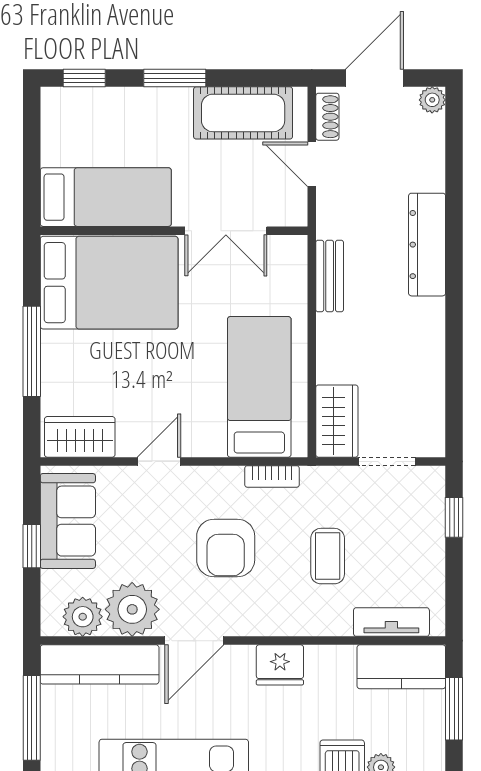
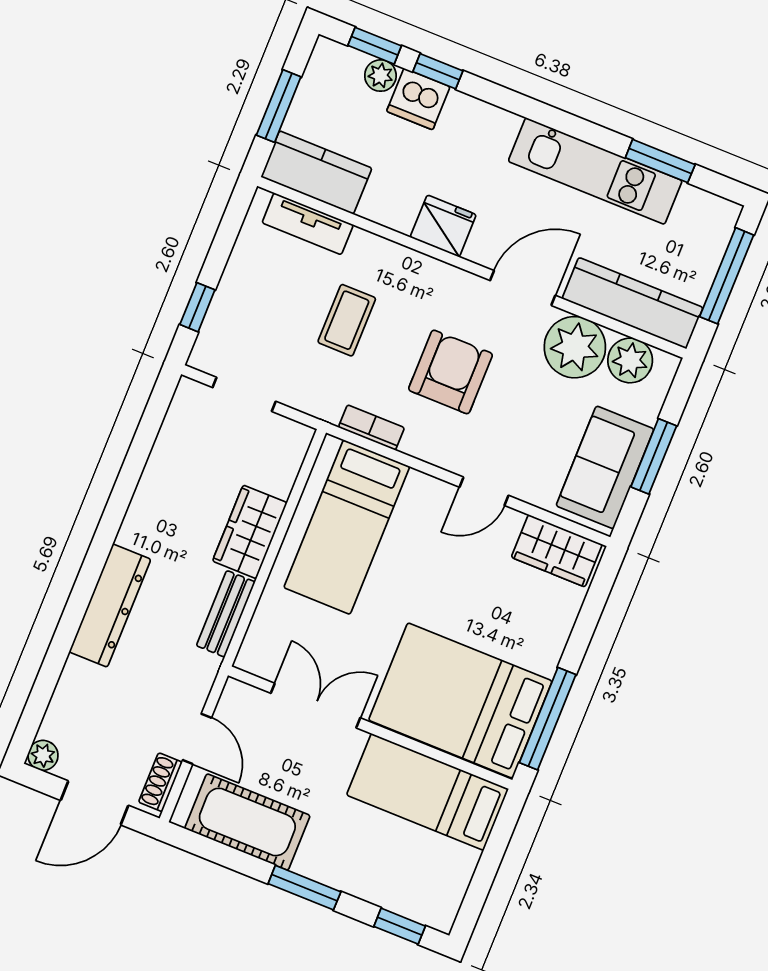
window: (32, 351) -> (548, 719), moved
wardrobe: (337, 421) -> (250, 532), moved
window: (32, 546) -> (654, 456), width x1.50

